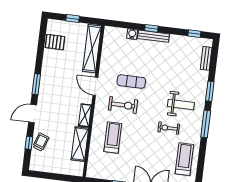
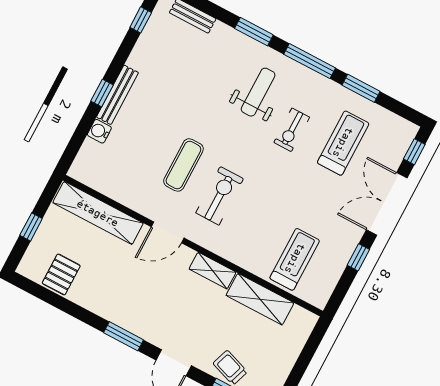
treadmill: (113, 137) -> (295, 259), moved, turned 90
window: (202, 154) -> (361, 88), added
treadmill: (184, 159) -> (343, 143), moved, turned 90

